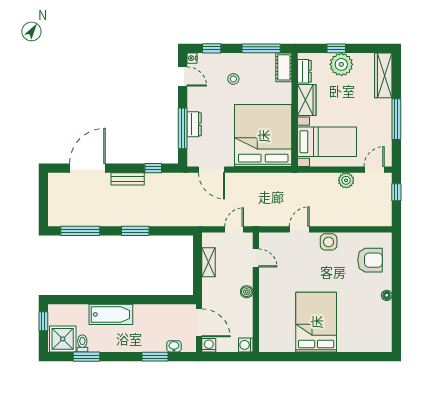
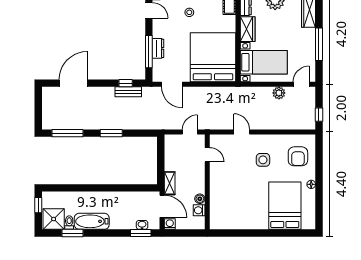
bench: (128, 179) -> (128, 92), moved
window: (396, 192) -> (319, 115), moved
door: (299, 229) -> (242, 132), hinge flipped
side table: (329, 242) -> (263, 160), moved
armchair: (370, 260) -> (298, 156), turned 90
shelving: (209, 262) -> (170, 183), moved
boiler: (247, 292) -> (200, 199), moved
bathtub: (111, 314) -> (92, 221), moved, turned 180
bed: (316, 322) -> (285, 206), moved
washing machine: (246, 345) -> (199, 210), moved
window: (155, 357) -> (141, 233), moved

